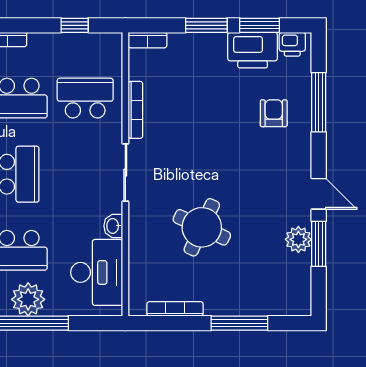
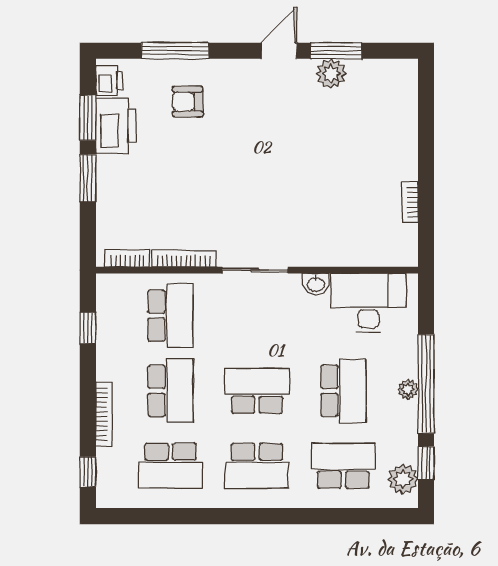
bookcase: (147, 40) -> (127, 258), moved, turned -90
school desk: (85, 98) -> (170, 316), turned 180
round table: (202, 227) -> (317, 183), removed
plant: (28, 299) -> (408, 389), width x0.53, depth x0.53
bookcase: (175, 309) -> (410, 202), width x0.64
window: (239, 323) -> (426, 141), removed

